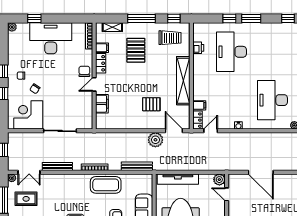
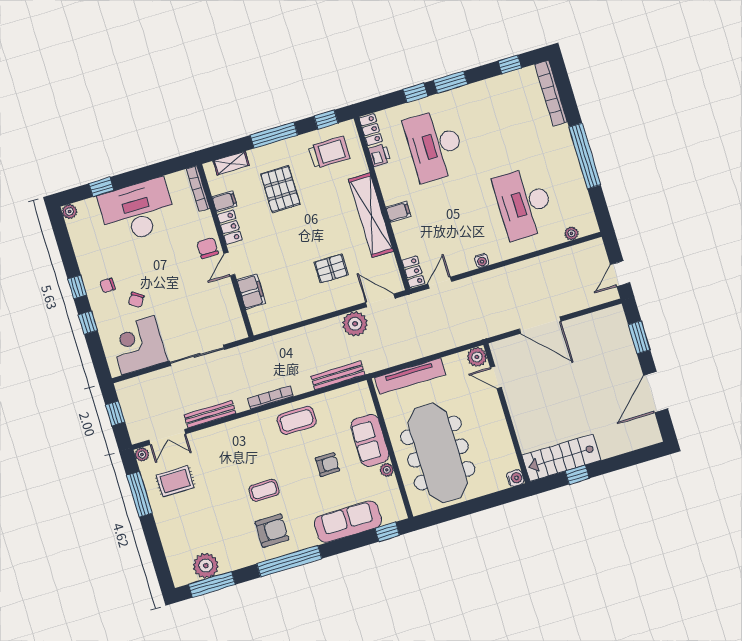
locker: (198, 32) -> (371, 130), added
filing cabinet: (199, 105) -> (398, 212), moved
coffee table: (106, 185) -> (297, 420), width x0.73, depth x0.76

